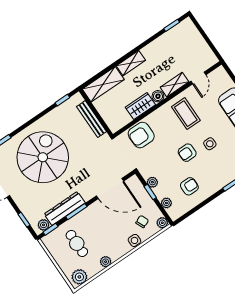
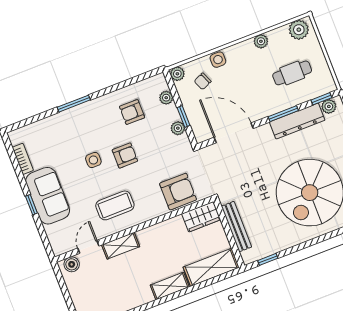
boiler: (158, 96) -> (72, 264), moved
wardrobe: (140, 106) -> (201, 217), moved
coffee table: (186, 114) -> (115, 205), turned 90
cafe table: (77, 243) -> (292, 73), turned 90

